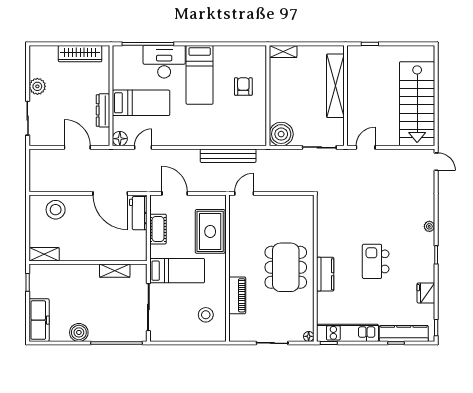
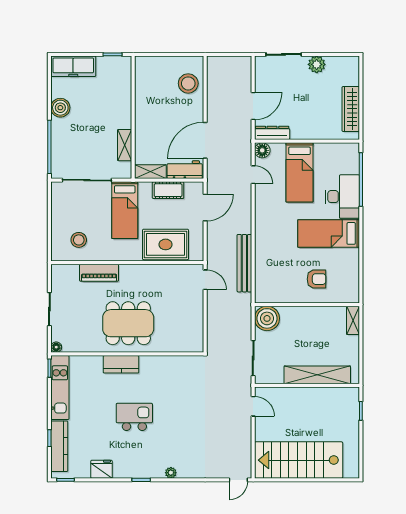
dresser: (103, 110) -> (272, 133), moved
shelving: (44, 254) -> (150, 172), moved, turned 90

